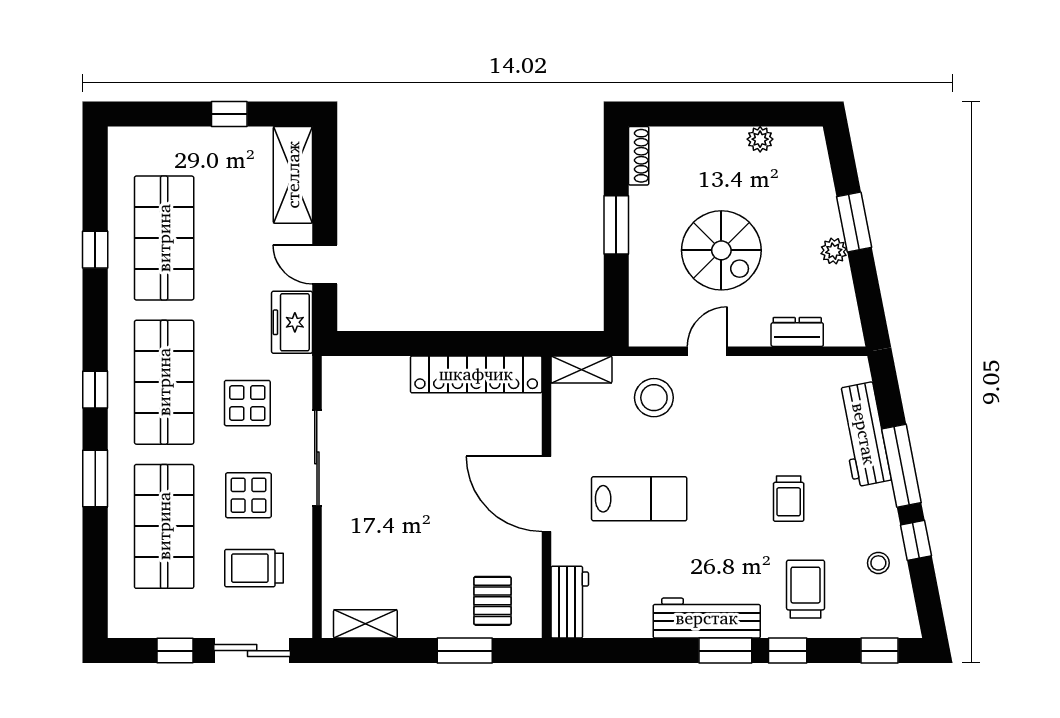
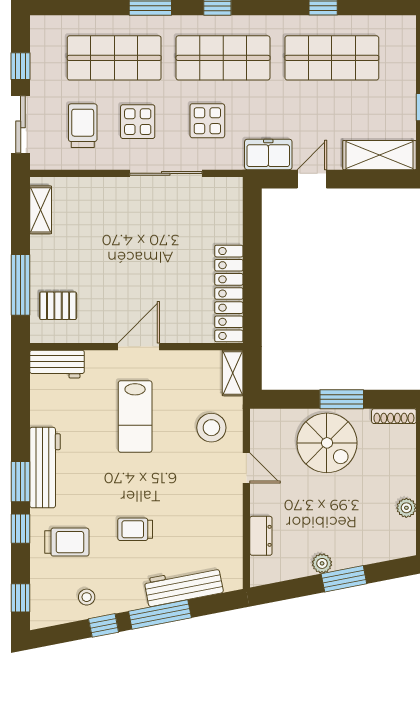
spiral stairs: (721, 250) -> (327, 443), moved, turned -90
door: (546, 494) -> (139, 347), width x0.73
window: (465, 651) -> (21, 285), width x1.44

